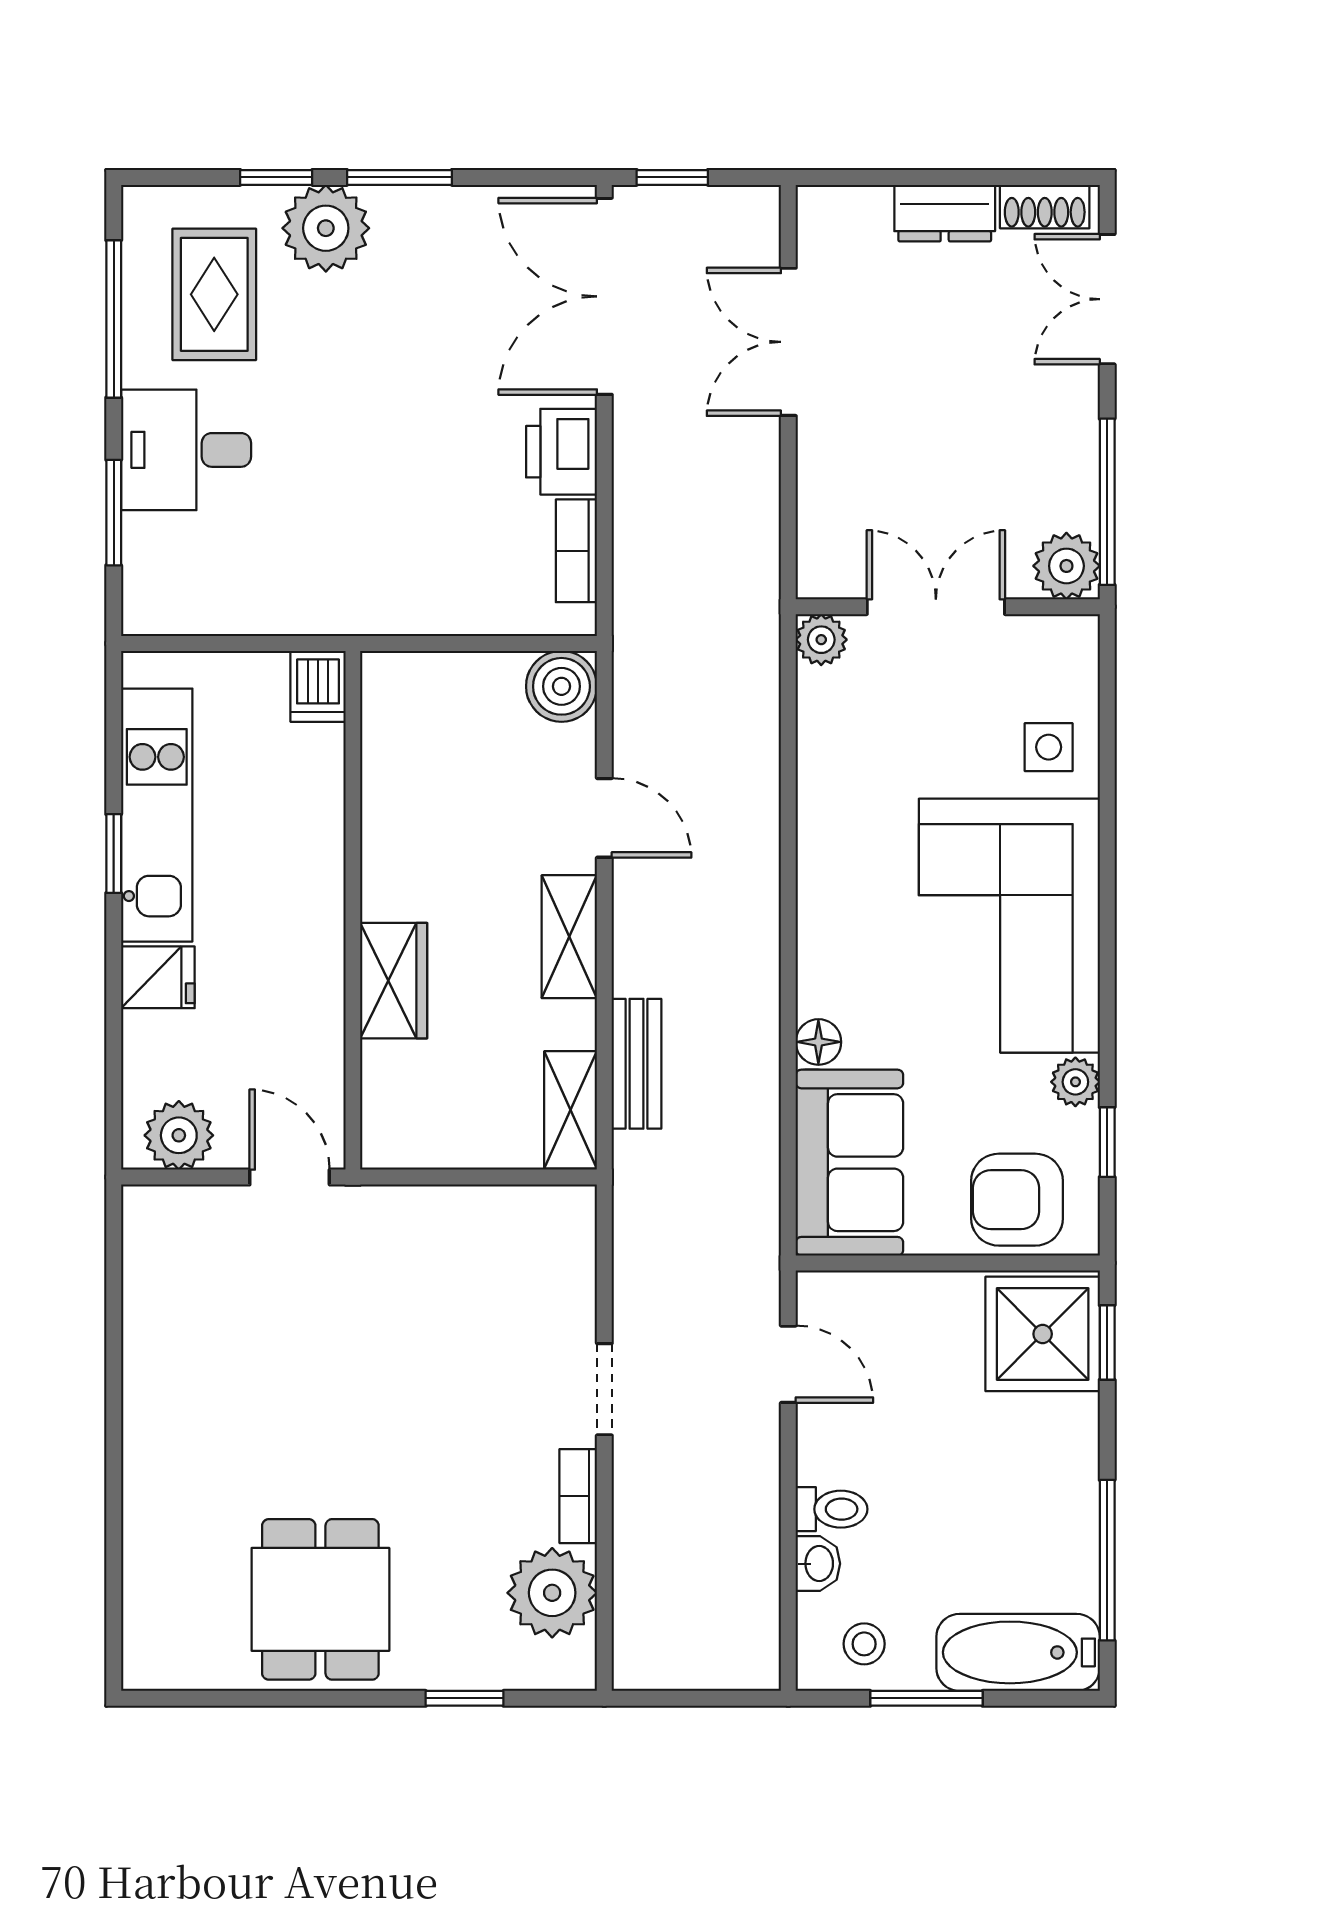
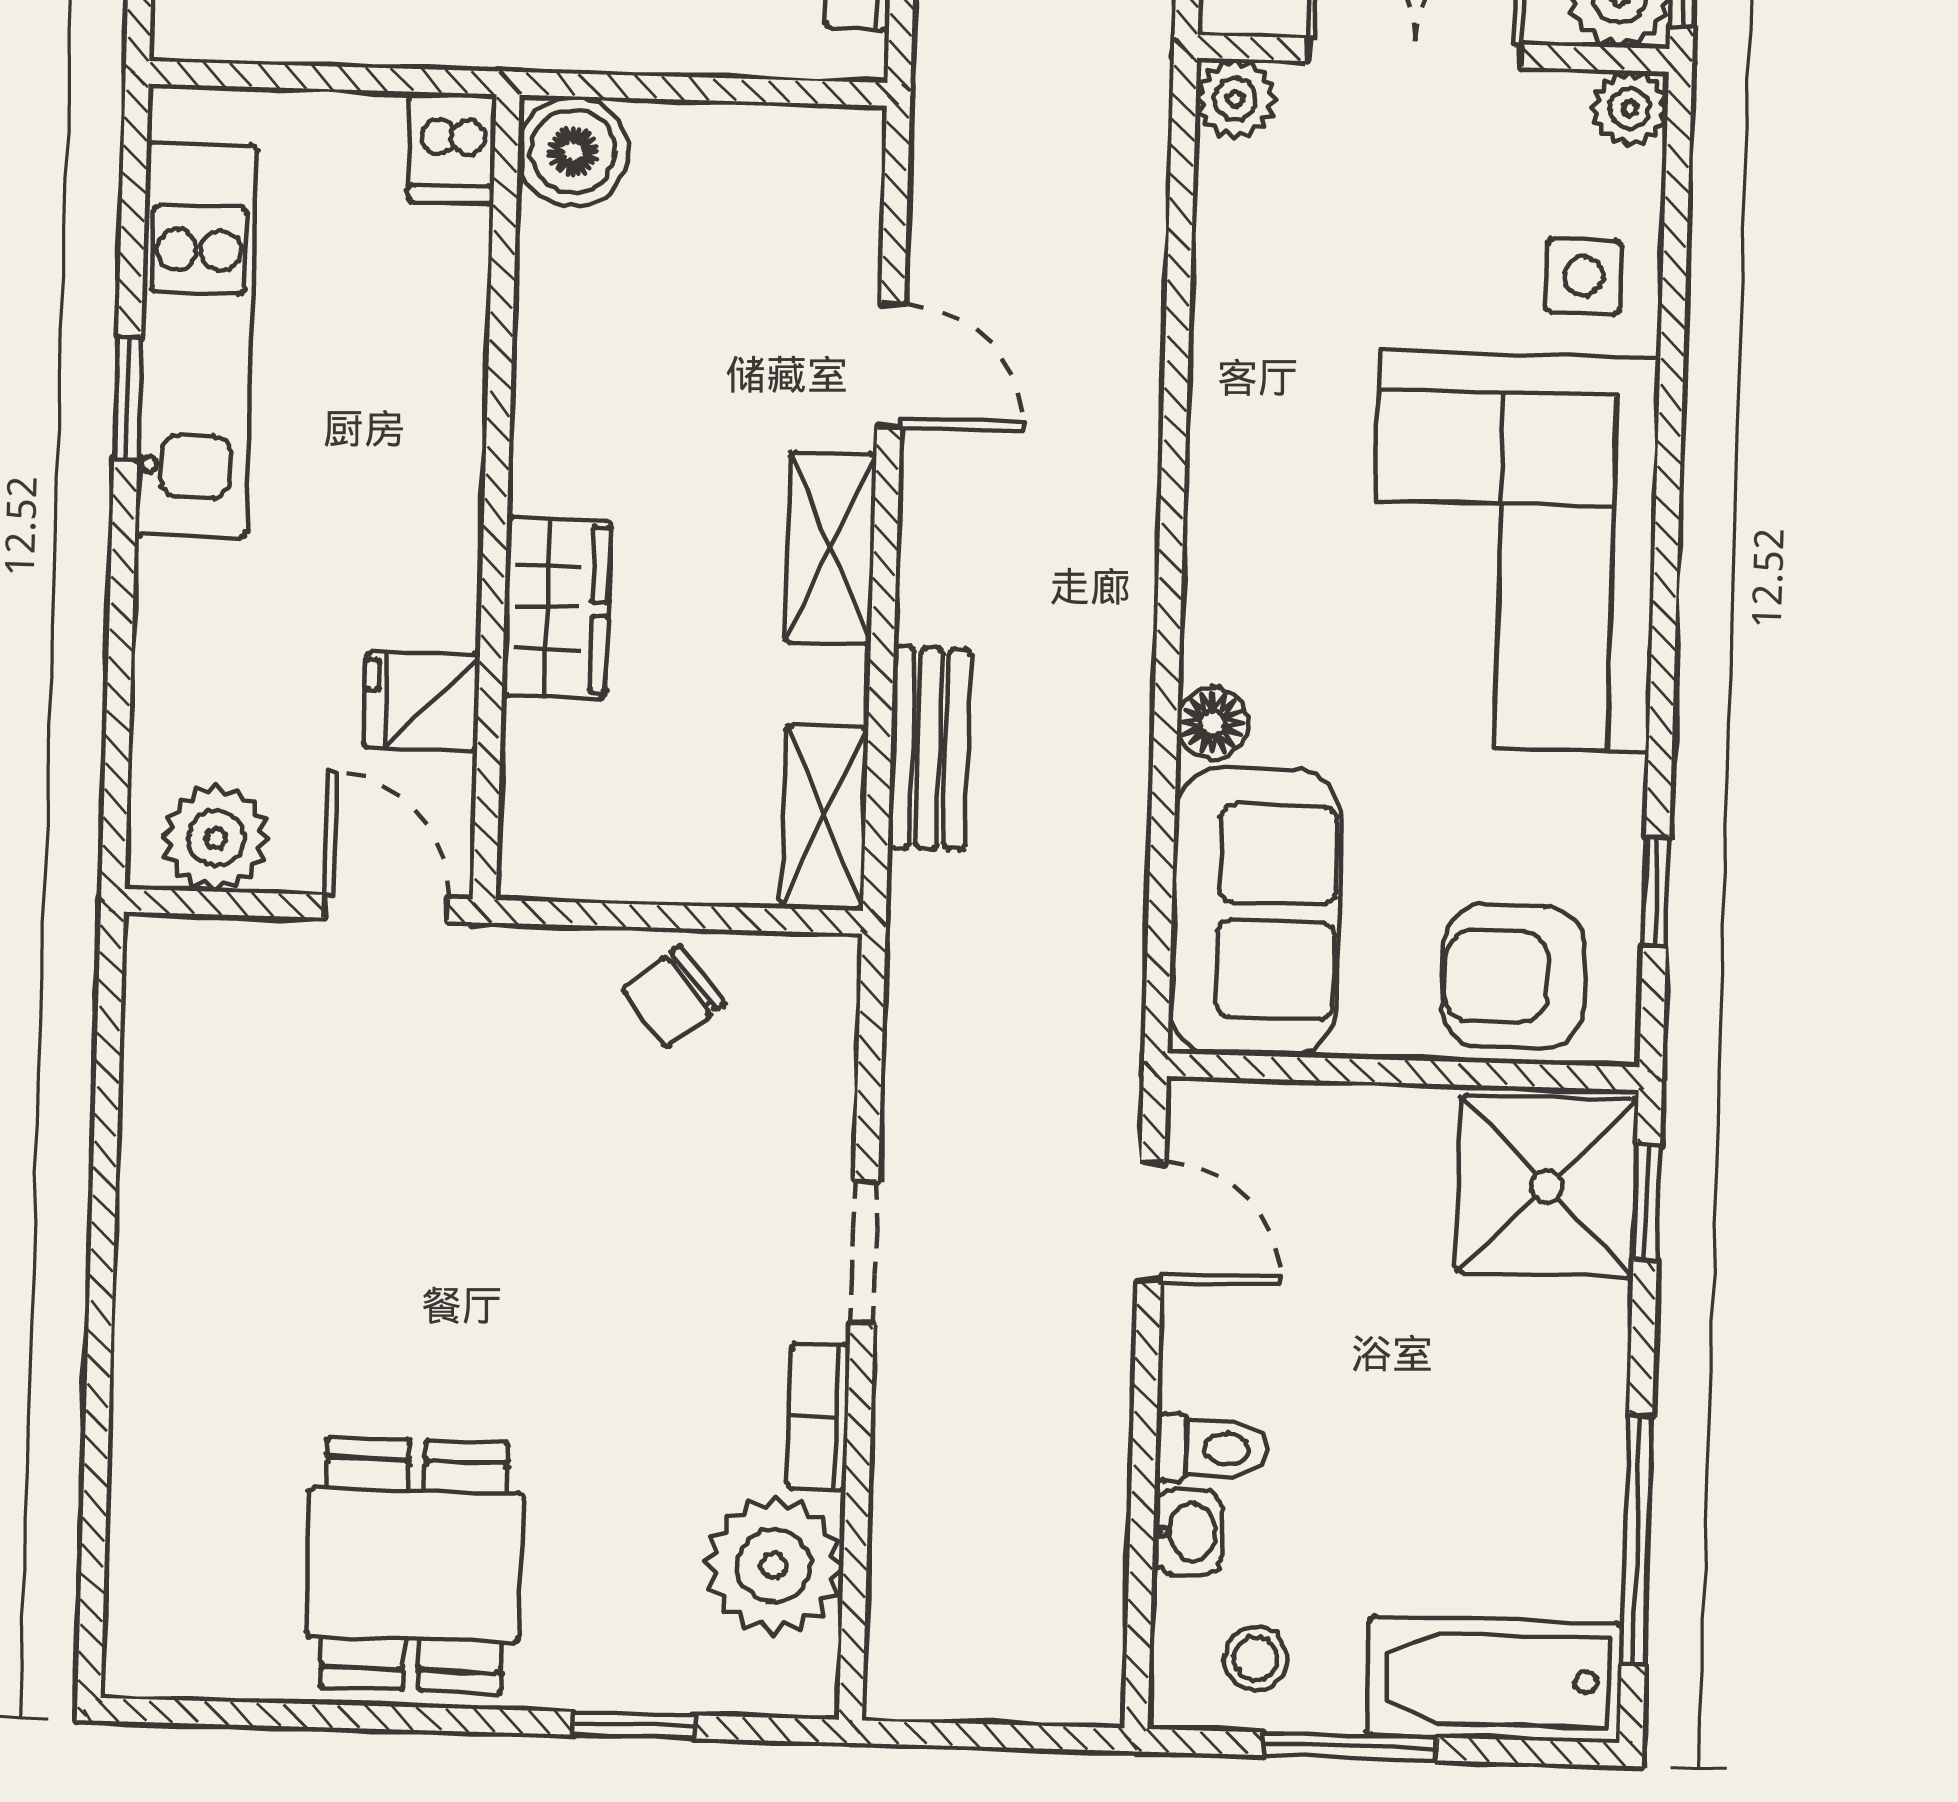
boiler: (561, 686) -> (573, 152), moved
fridge: (158, 977) -> (422, 701), moved, turned 180
plant: (1075, 1082) -> (1630, 109), moved
chair: (477, 1228) -> (673, 997), added

